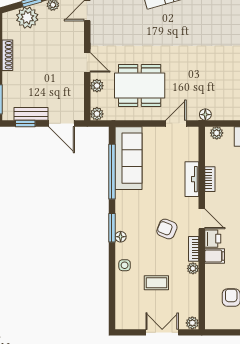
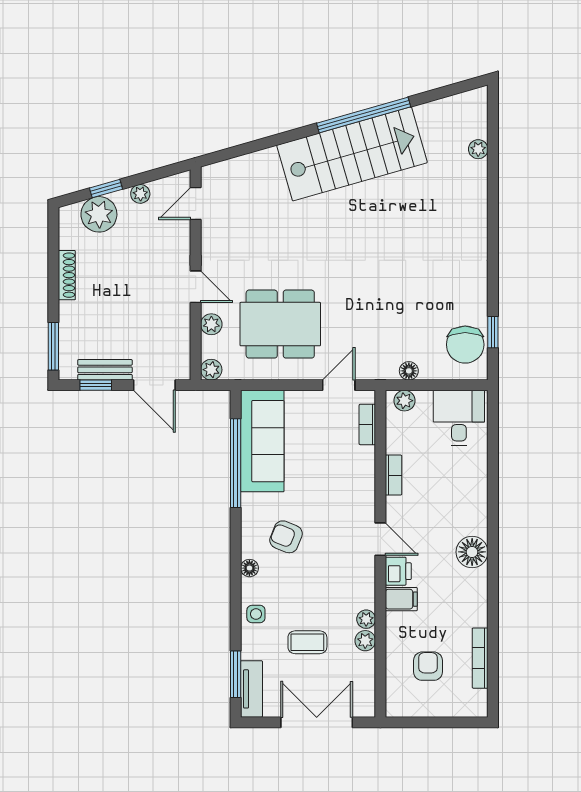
floor lamp: (205, 115) -> (409, 371), moved
tv unit: (192, 179) -> (251, 689), moved, turned 180
window: (112, 228) -> (236, 674), moved
armchair: (167, 229) -> (286, 537), moved
bookcase: (194, 249) -> (367, 424), moved
plant: (192, 323) -> (365, 641), moved
double door: (162, 332) -> (317, 722), width x1.37

